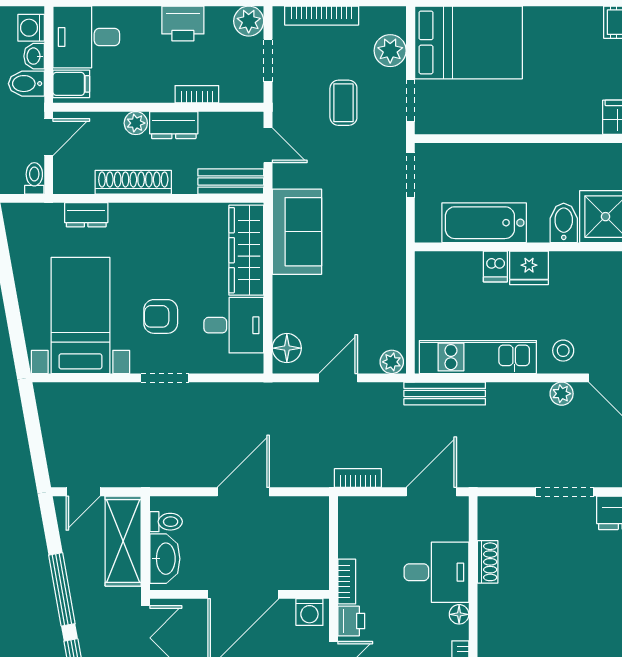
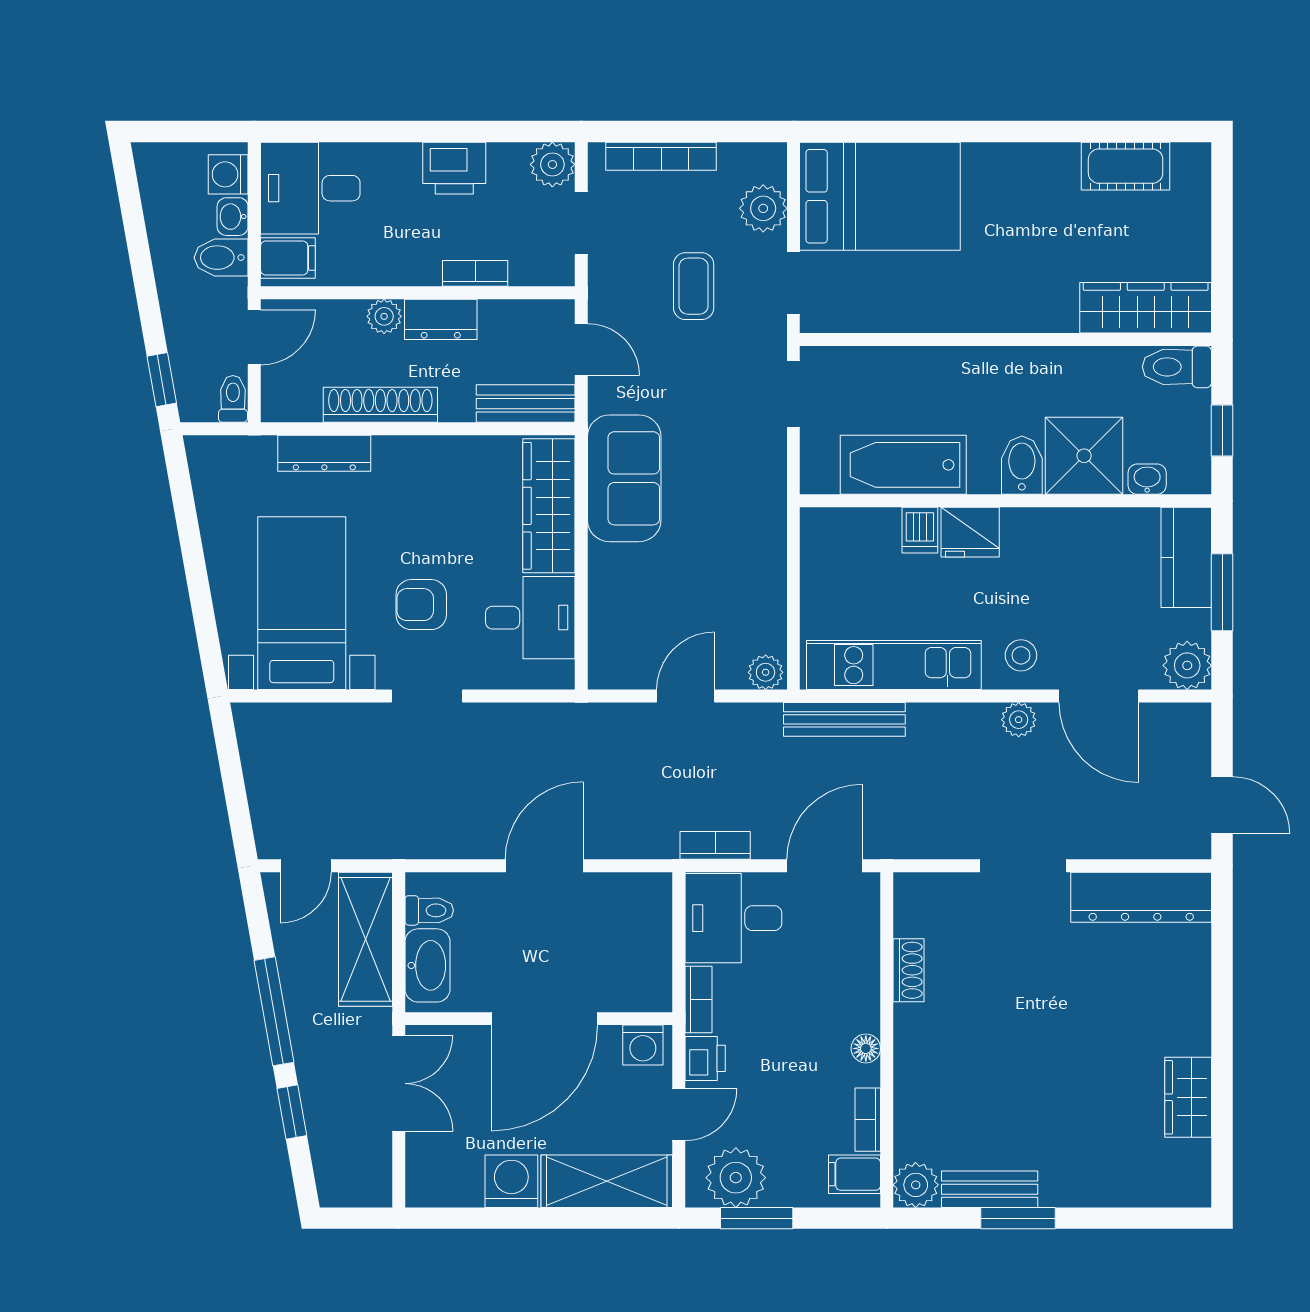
dresser: (86, 215) -> (324, 453), width x1.44
floor lamp: (287, 348) -> (609, 652), removed
desk: (436, 572) -> (733, 918), moved, turned 180

